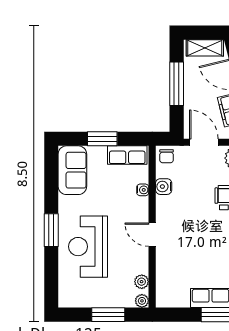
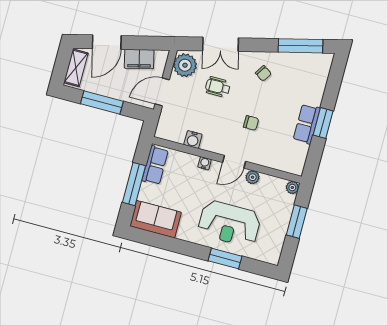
window: (102, 139) -> (134, 184), width x1.44
chair: (167, 156) -> (251, 123), moved
water cooler: (143, 190) -> (205, 163), moved
window: (51, 230) -> (225, 259), moved
plant: (142, 282) -> (253, 177), moved

